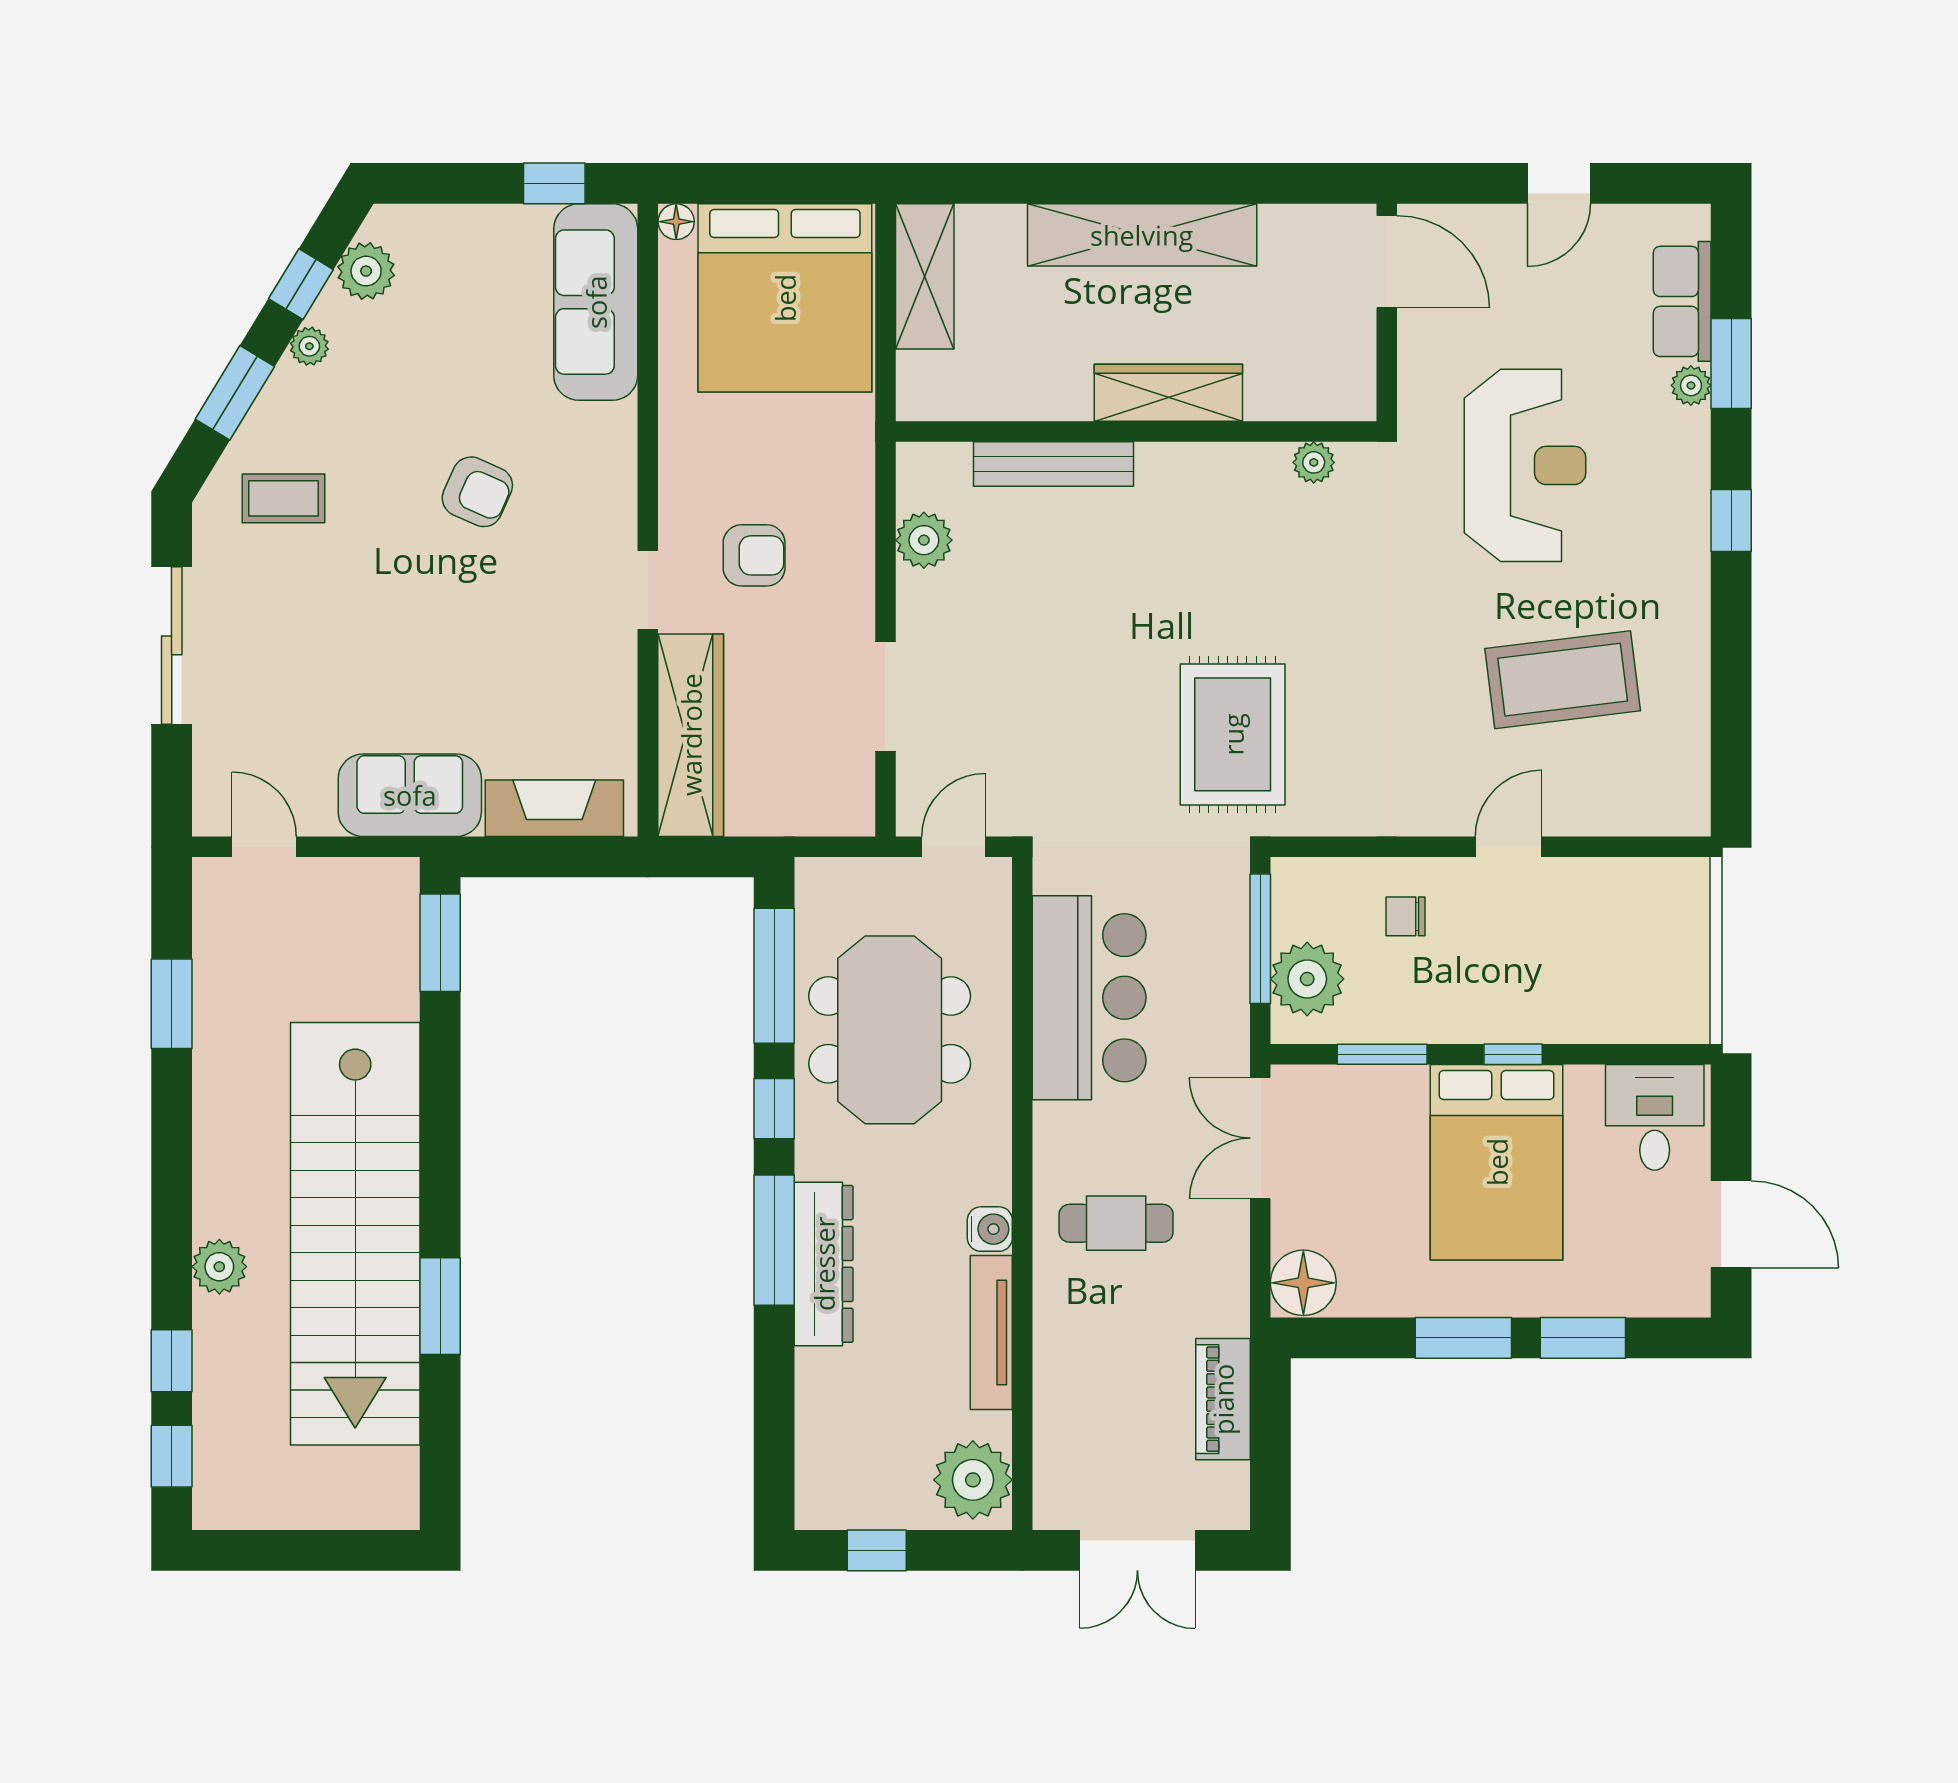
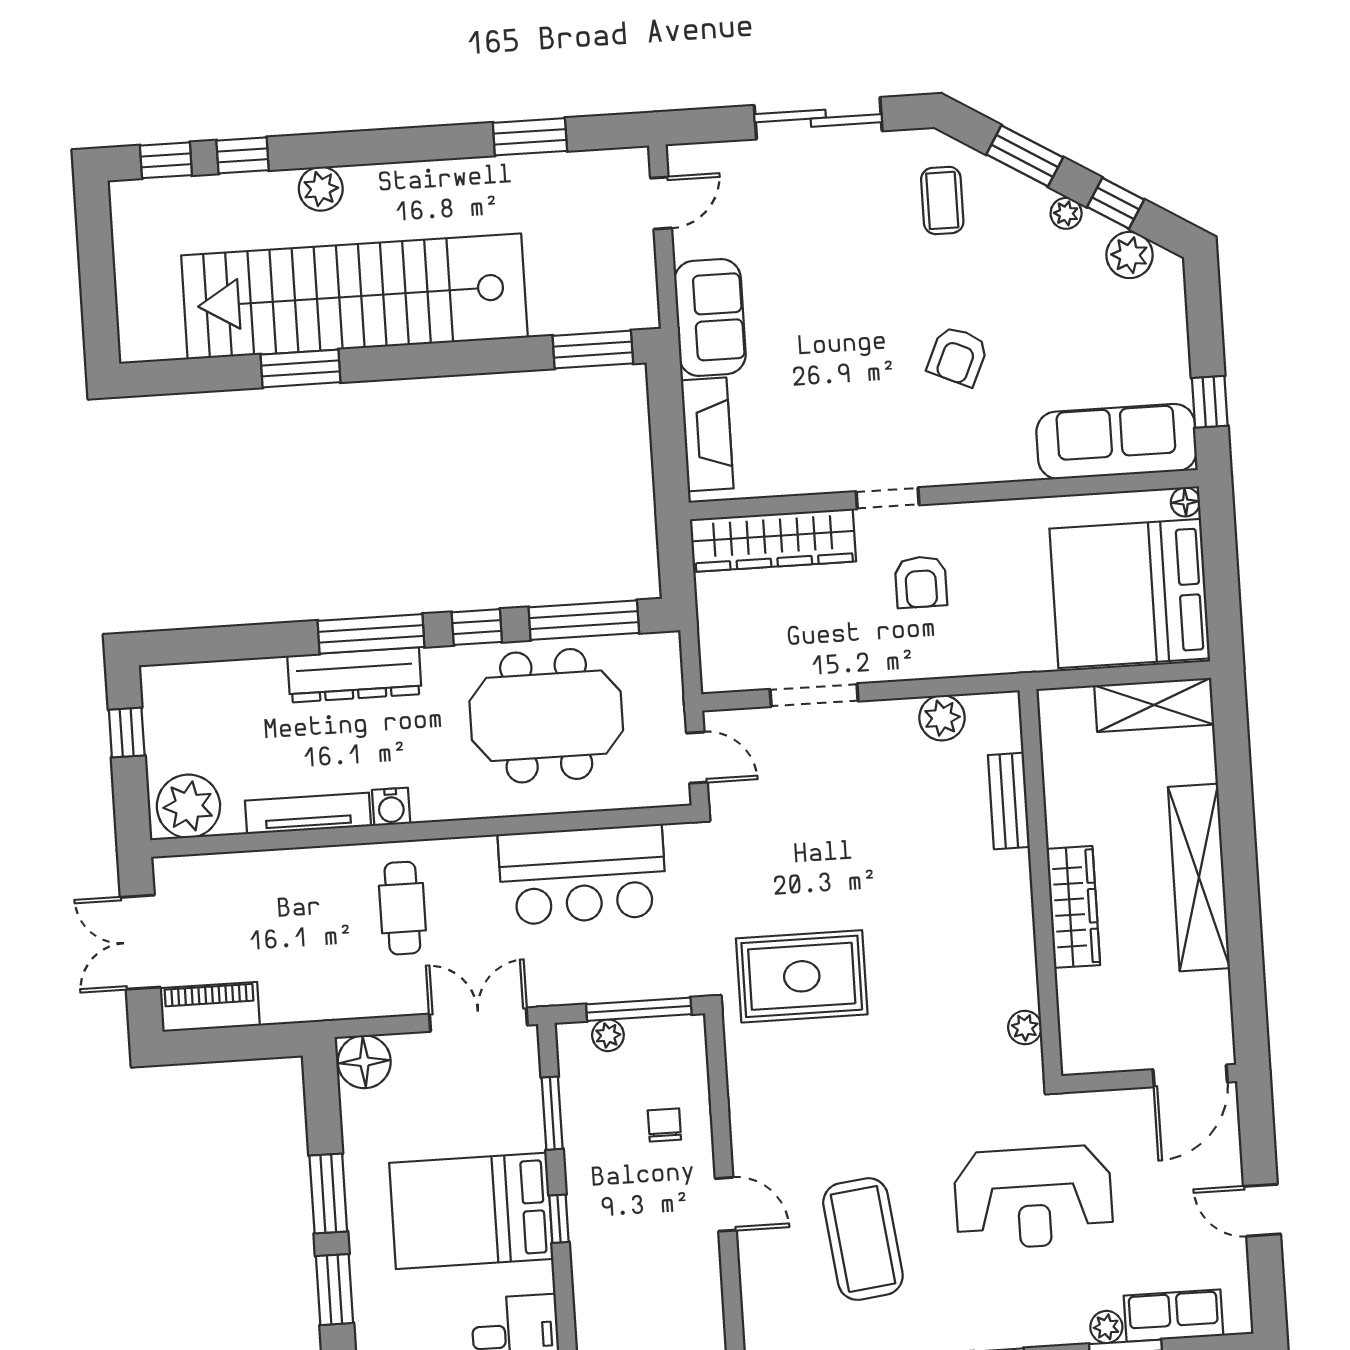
bench: (1053, 464) -> (1009, 801), width x0.73
plant: (1307, 979) -> (608, 1035), width x0.53, depth x0.53
piano: (1223, 1399) -> (210, 1007), moved

